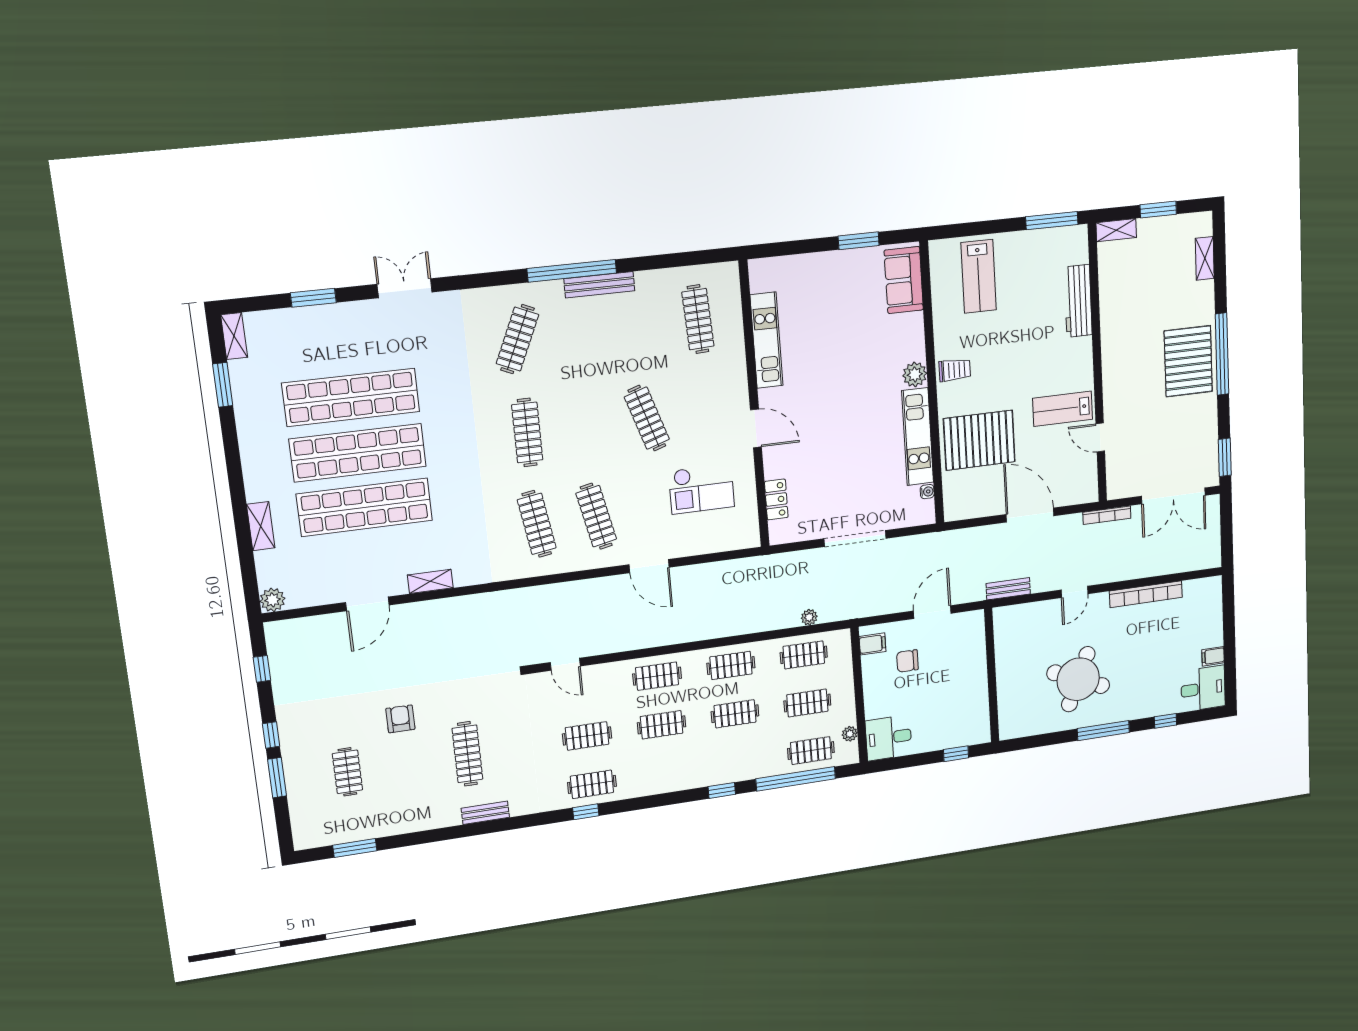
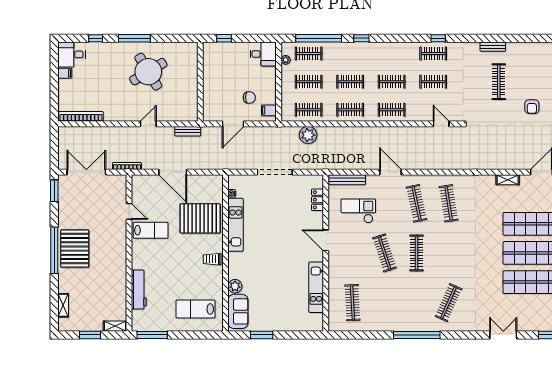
lab bench: (979, 276) -> (196, 309), turned -90
bench: (599, 285) -> (347, 180), moved
double door: (405, 288) -> (503, 335), swing flipped
plant: (915, 374) -> (235, 286), moved
clothes rail: (527, 432) -> (417, 253), moved
bookcase: (1146, 594) -> (81, 116), moved
plant: (809, 617) -> (308, 135), width x1.88, depth x1.88
round table: (1078, 679) -> (148, 72), turned 36

